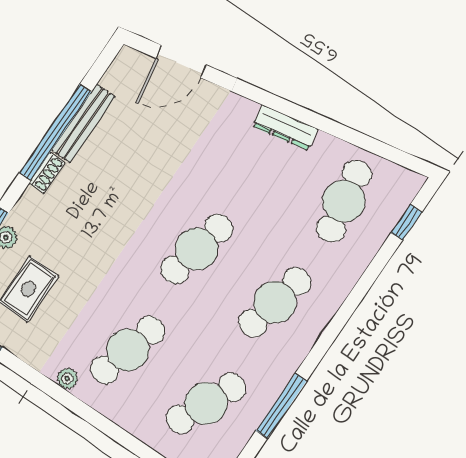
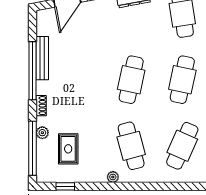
shoe rack: (47, 173) -> (41, 106), moved
cafe table: (128, 350) -> (131, 146), turned -30

